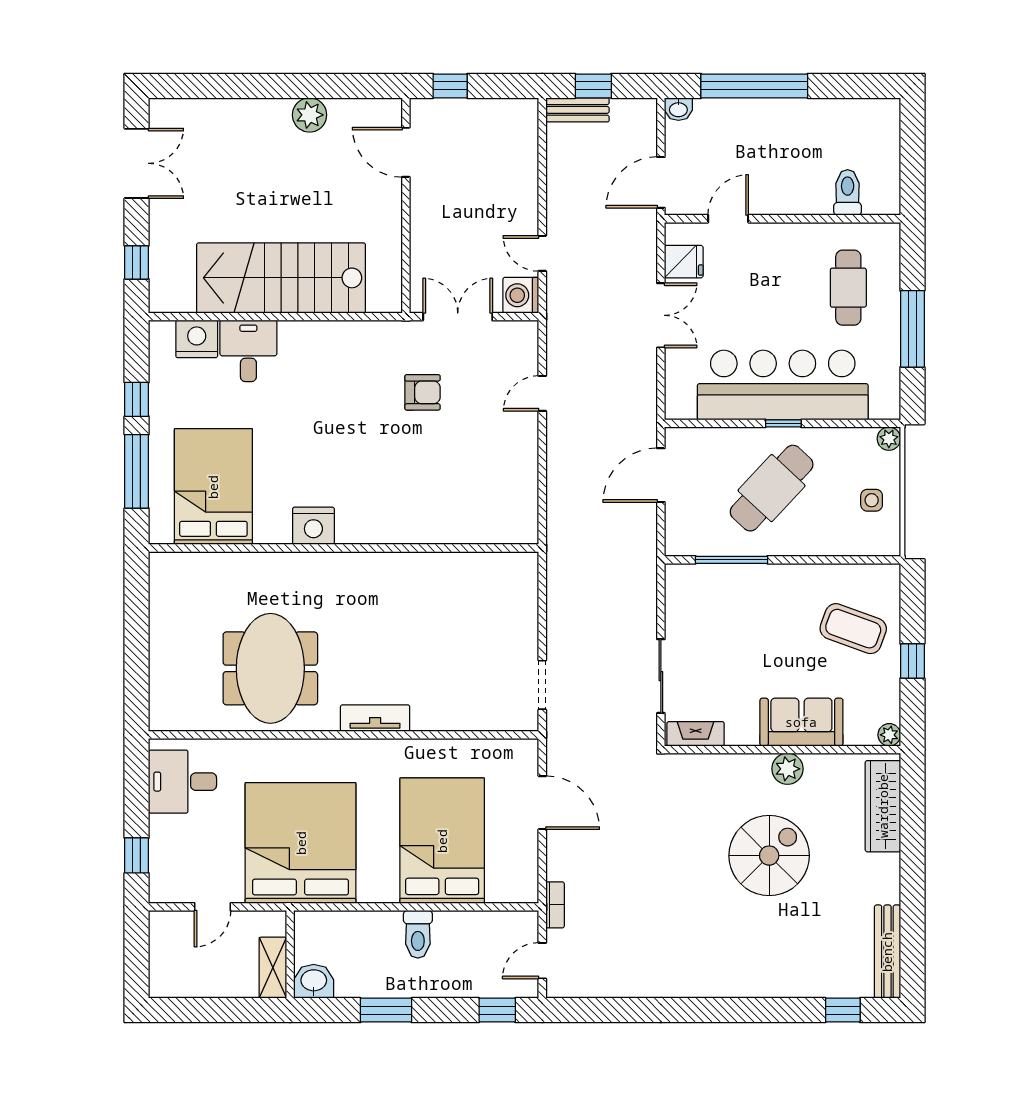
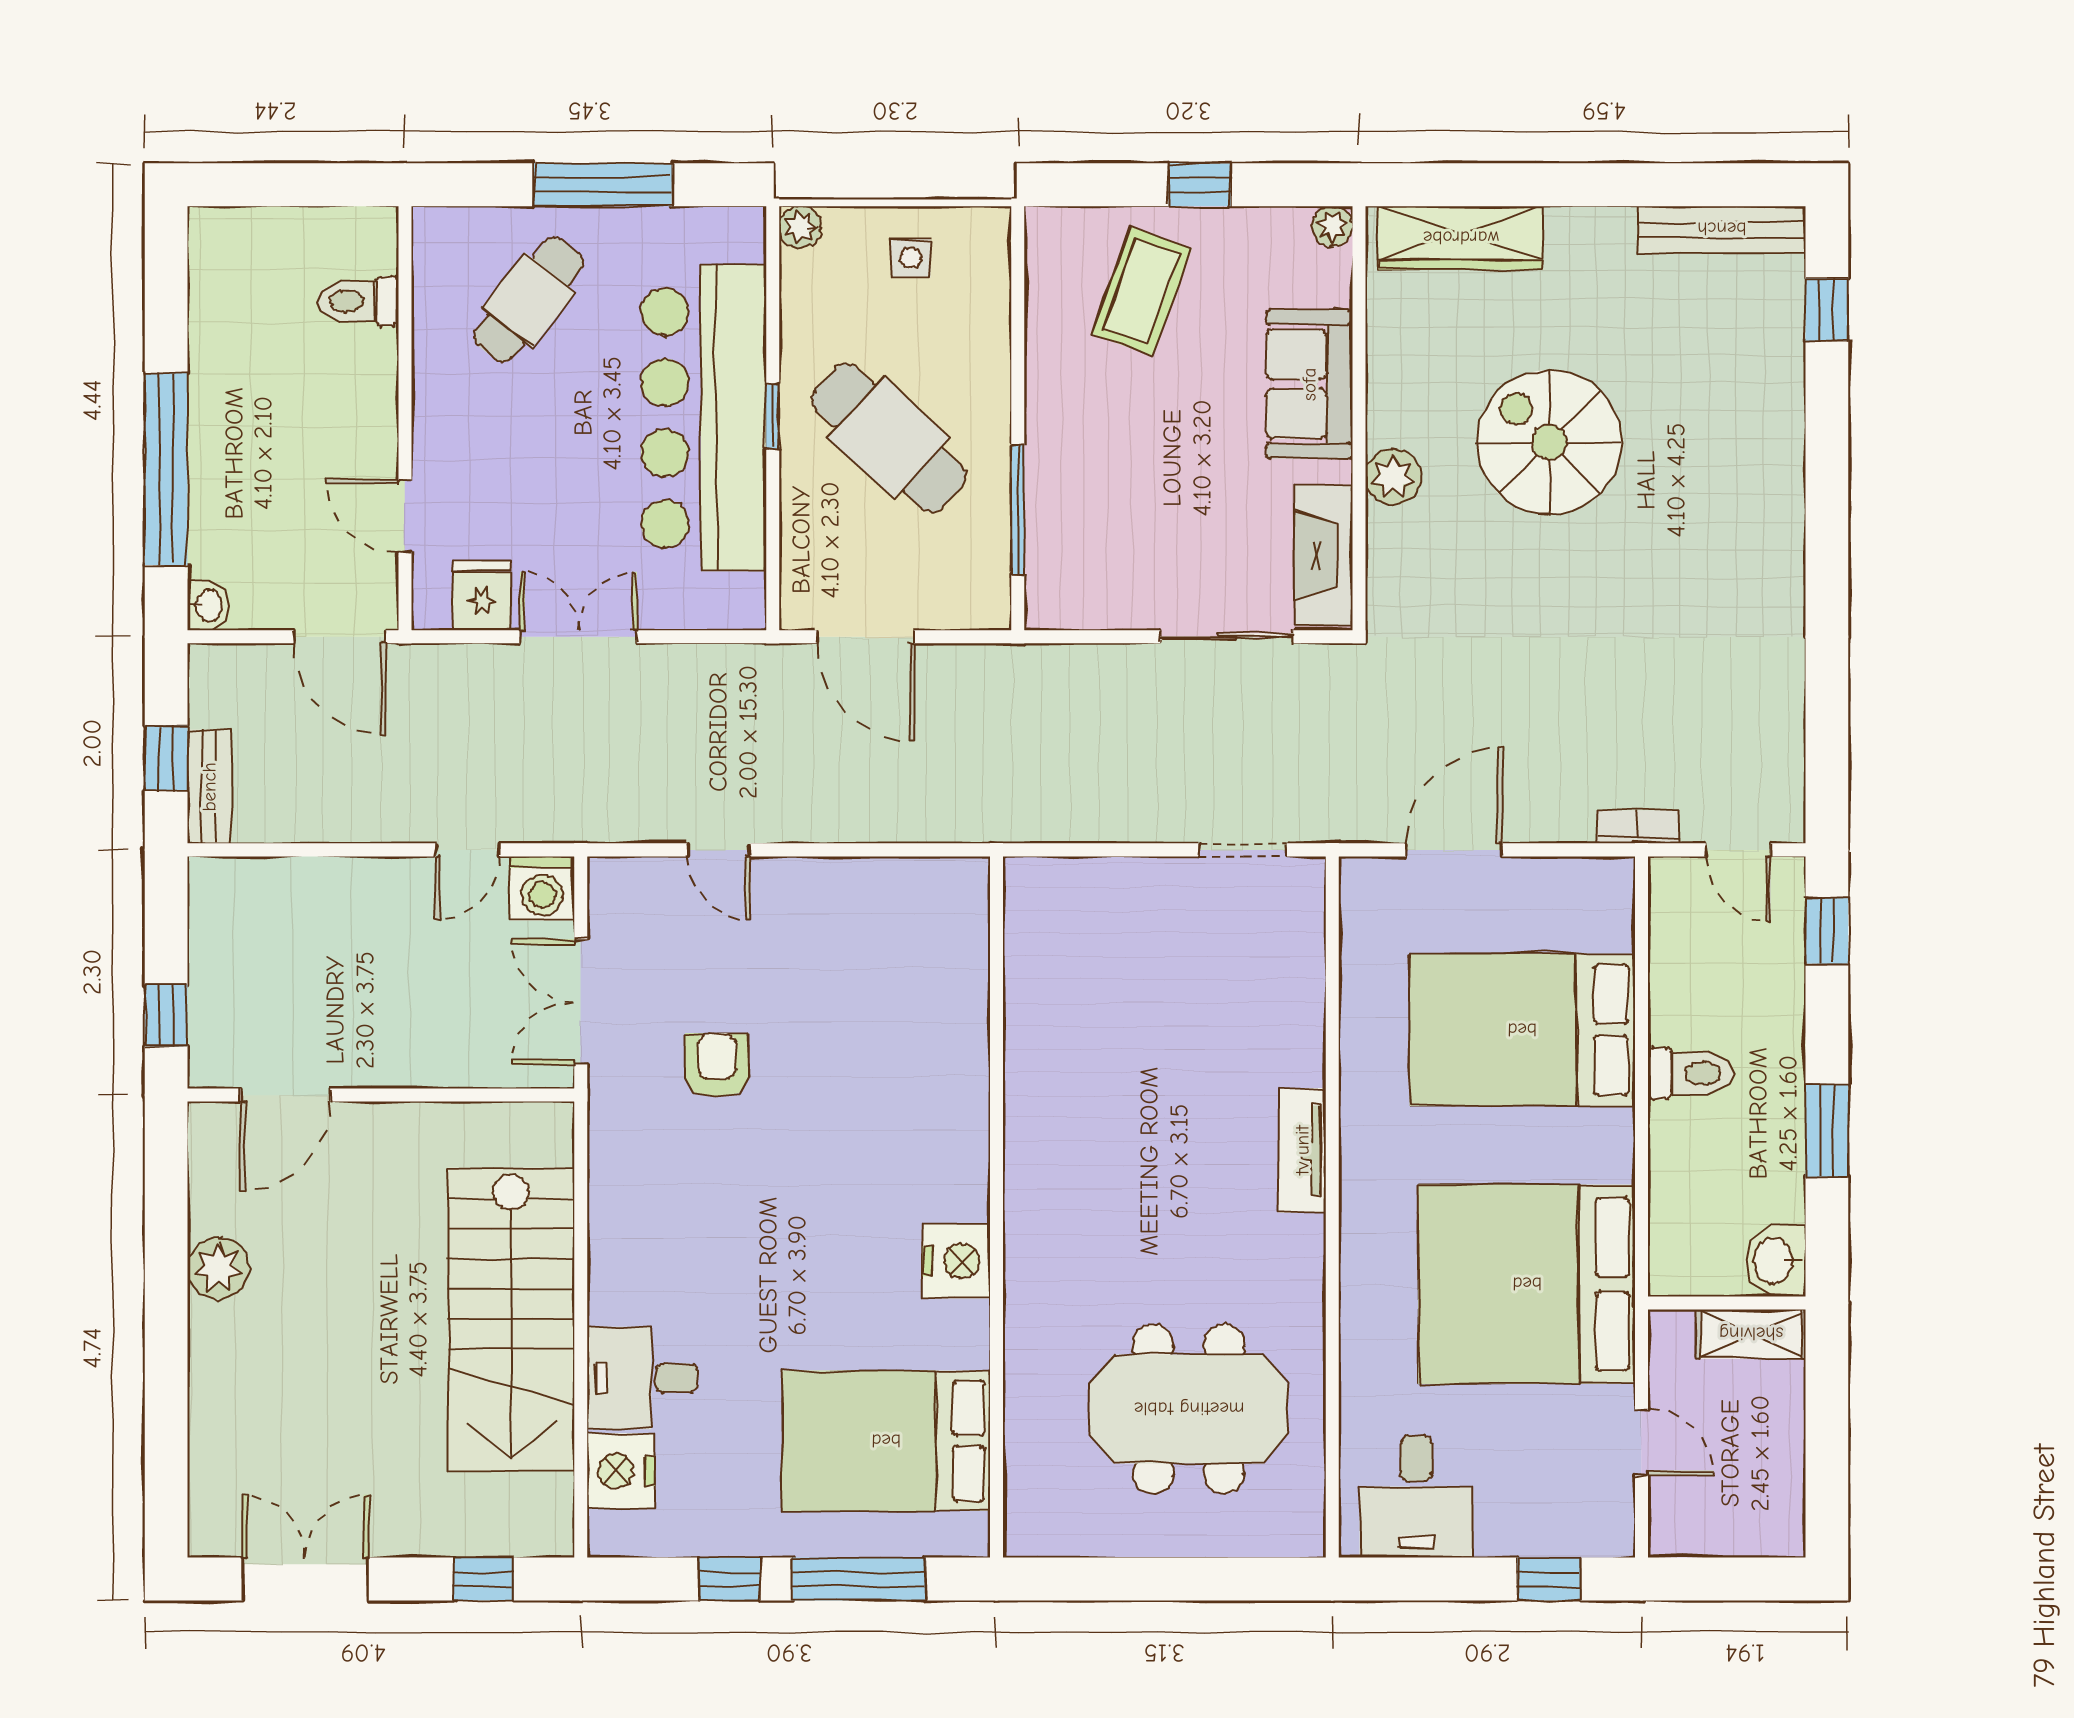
cafe table: (848, 288) -> (529, 300), turned -52
meeting table: (270, 668) -> (1189, 1409), moved
fireplace: (696, 734) -> (1324, 555), width x1.37, depth x1.32
plant: (787, 769) -> (1393, 477), moved

